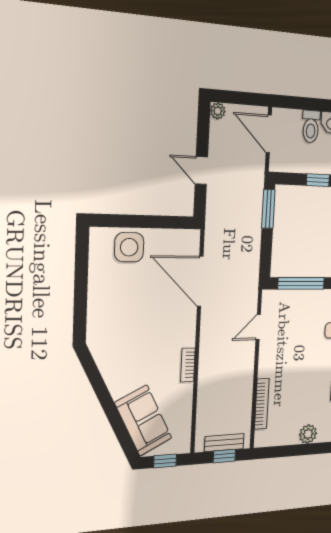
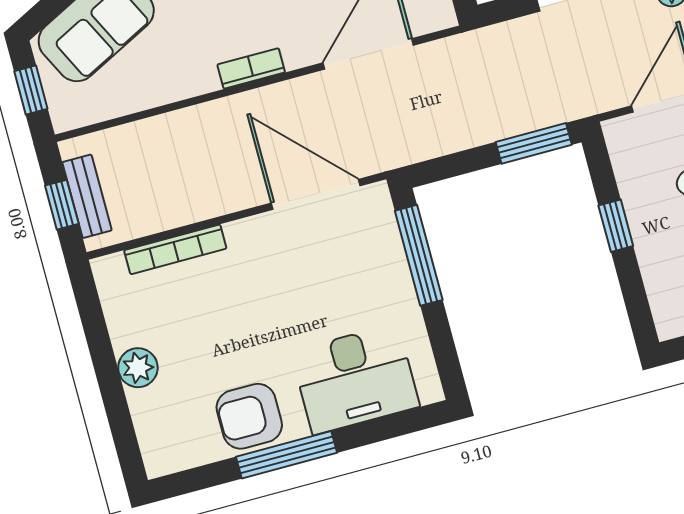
door: (258, 327) -> (316, 194), width x1.88
bookcase: (188, 365) -> (251, 68), moved

